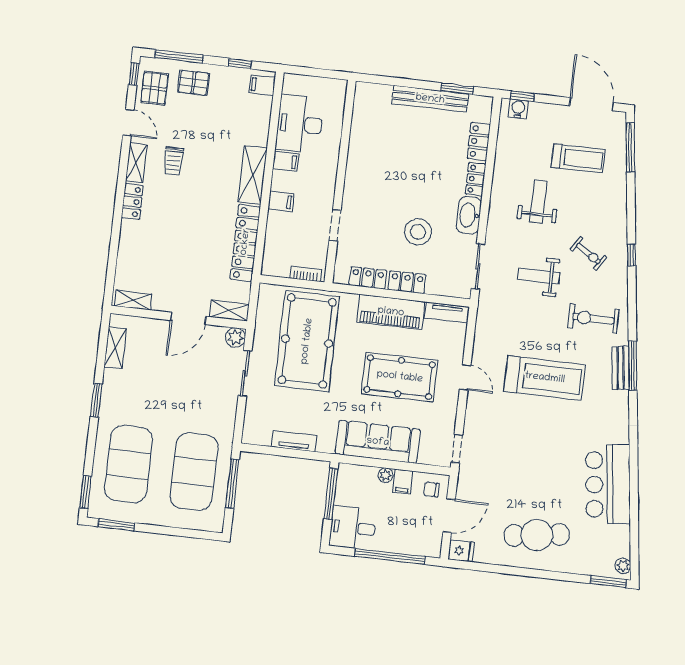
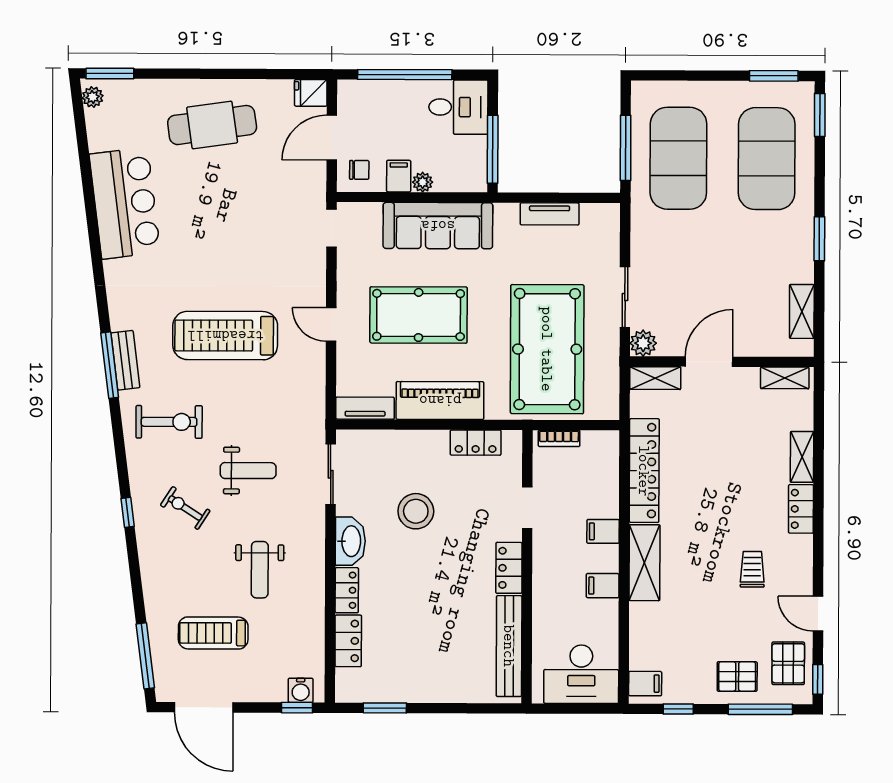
bench: (430, 99) -> (509, 646), moved, turned 90
desk: (300, 124) -> (581, 674), moved, turned 90
shelving: (136, 163) -> (802, 457), moved
locker: (407, 282) -> (509, 568), moved, turned 90

